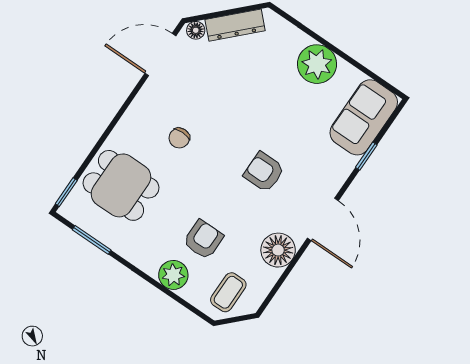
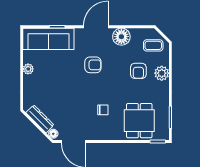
plant: (317, 64) -> (28, 69), width x0.53, depth x0.53
sofa: (364, 117) -> (48, 39), width x1.36
armchair: (264, 172) -> (93, 65), turned -90
armchair: (203, 240) -> (138, 71), turned -90

